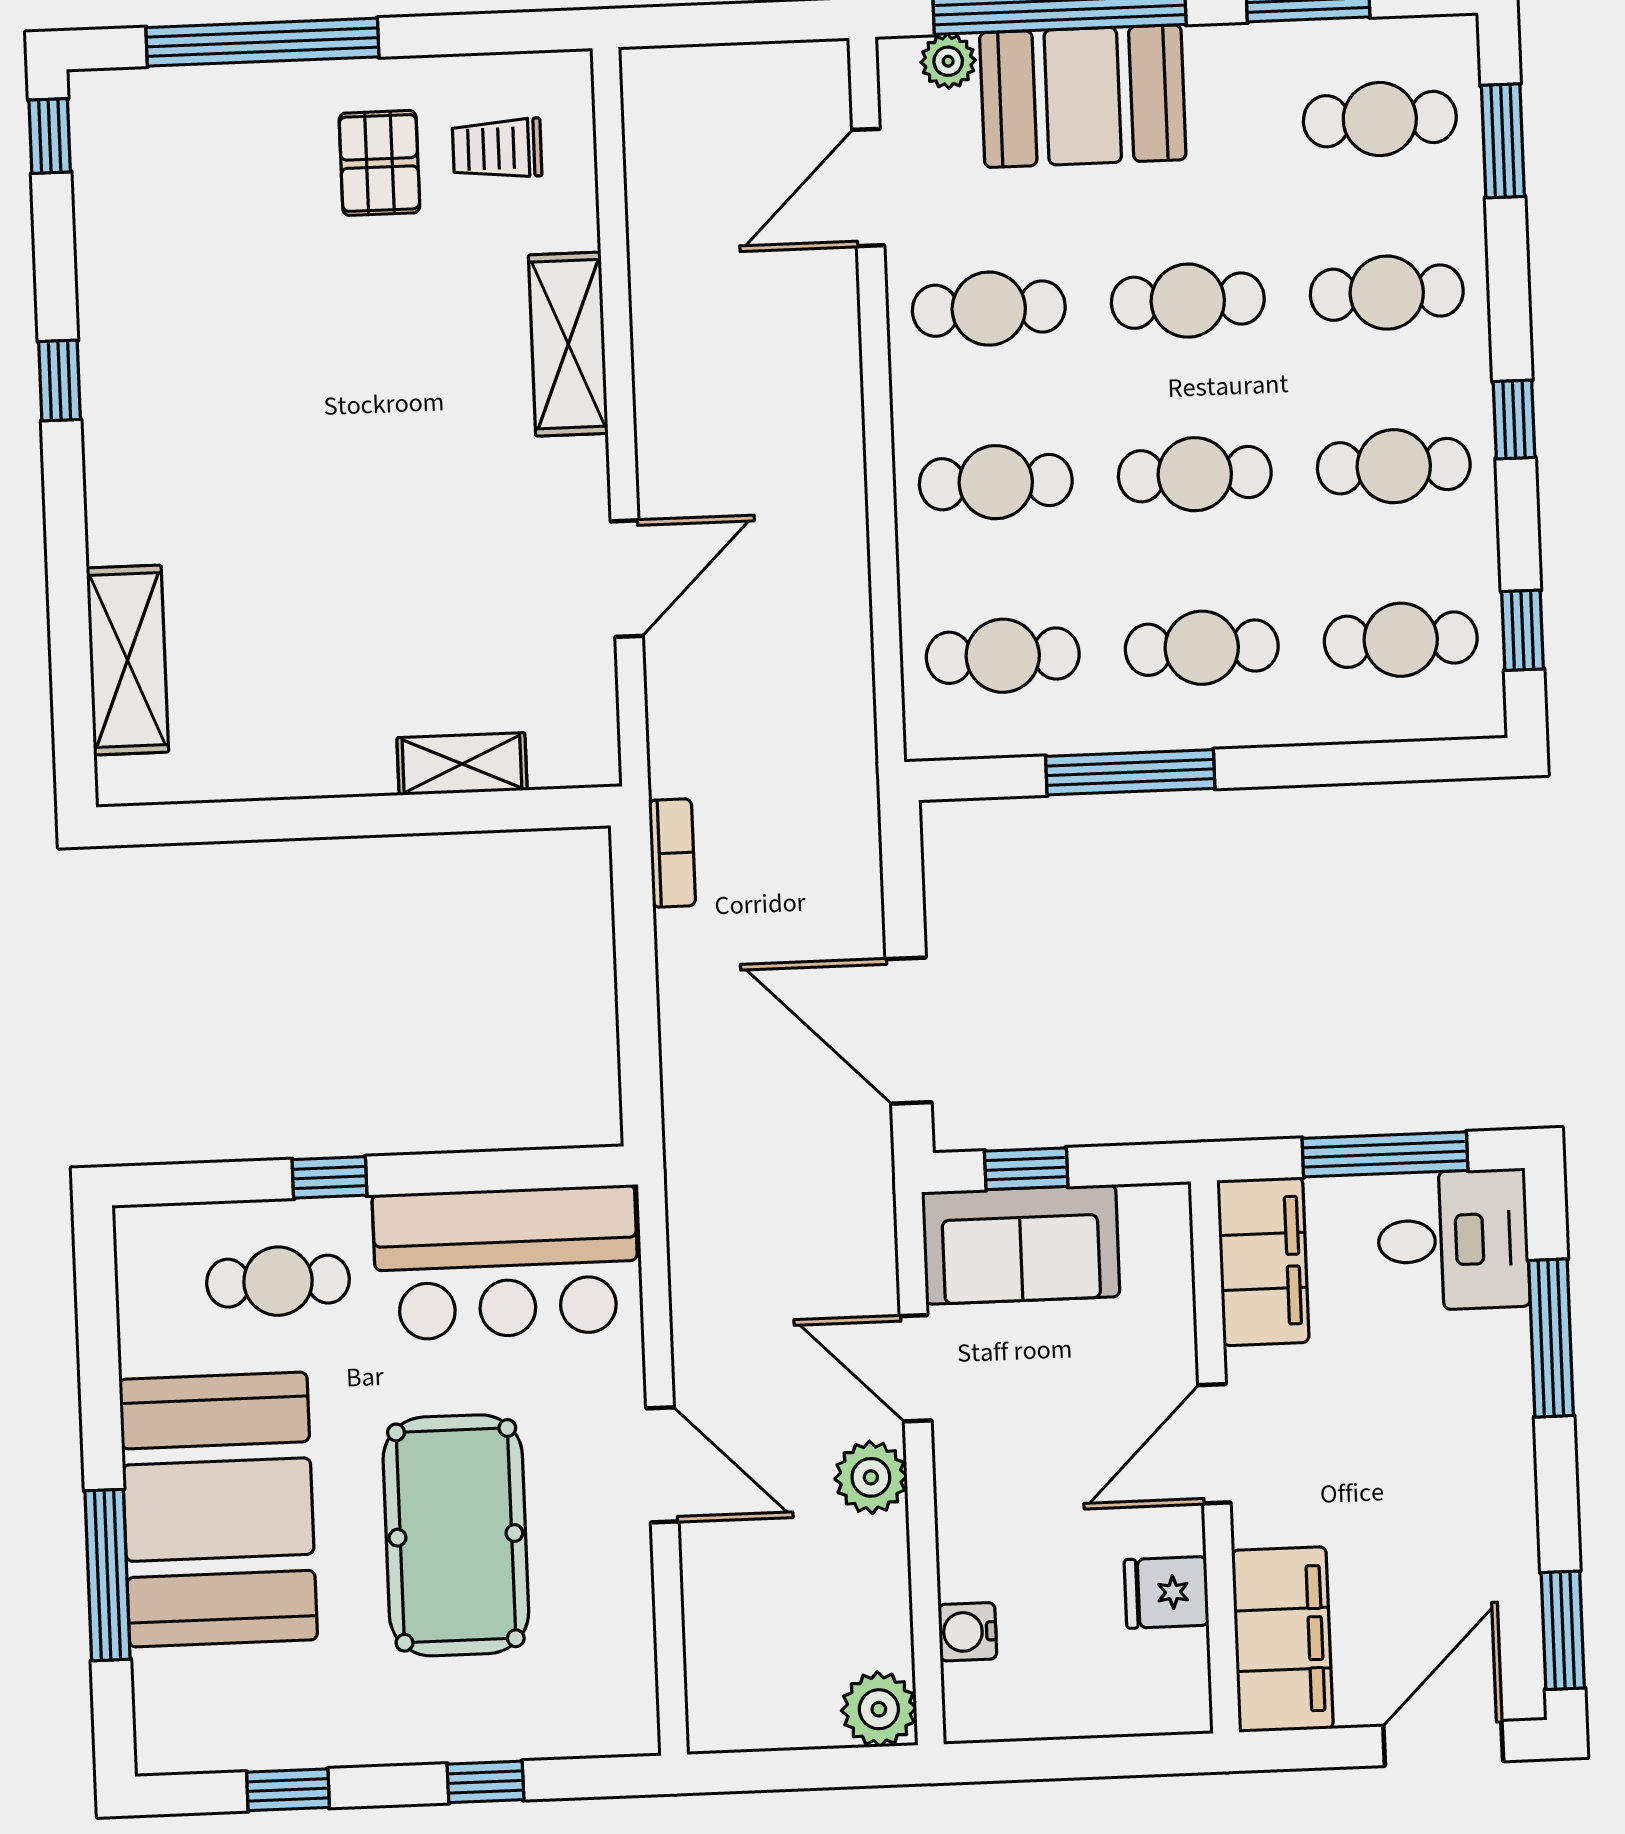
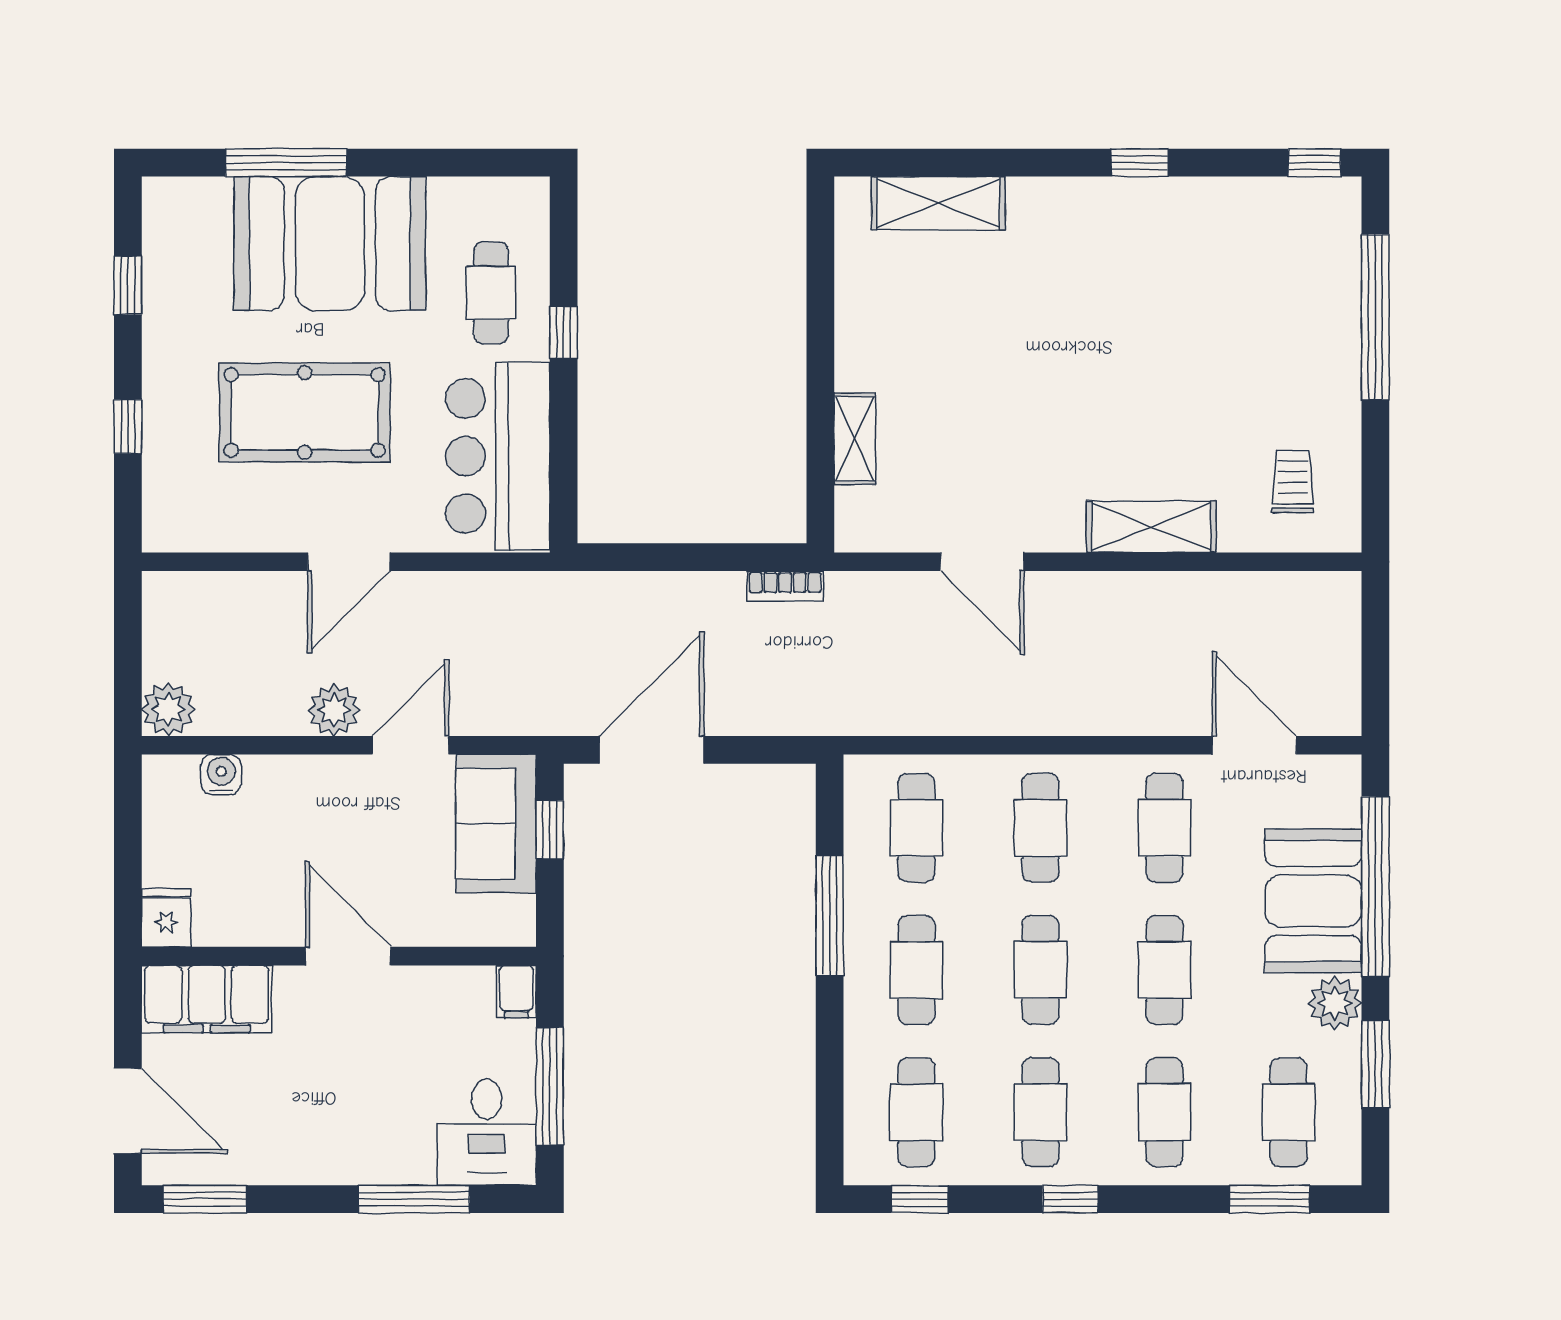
plant: (948, 61) -> (1335, 1003), moved, width x1.38, depth x1.38
pallet: (379, 163) -> (1286, 397), removed
filing cabinet: (1263, 1261) -> (516, 992), width x0.33, depth x0.86
fridge: (1166, 1592) -> (166, 918), moved

